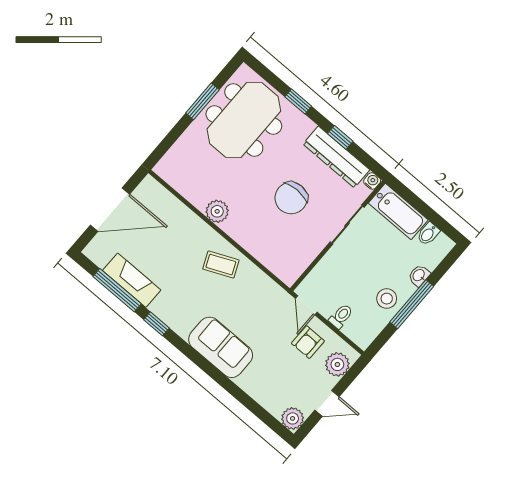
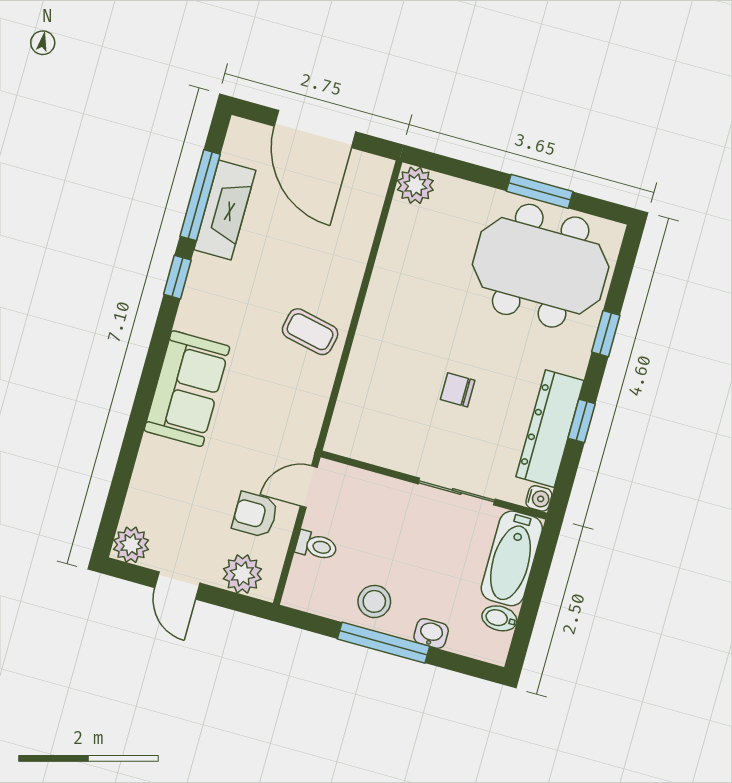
chair: (291, 198) -> (458, 390), width x0.54, depth x0.54
plant: (217, 211) -> (415, 185), moved
coffee table: (221, 265) -> (310, 332), turned -54

